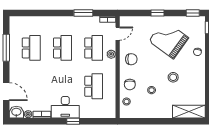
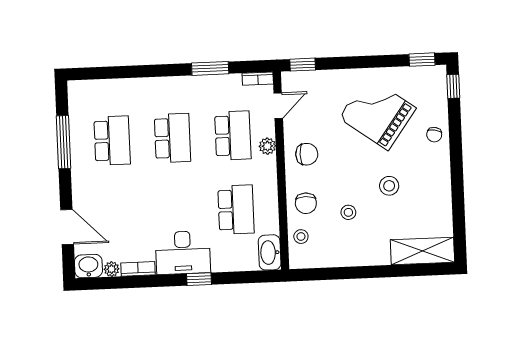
window: (158, 13) -> (303, 65), moved
washbasin: (110, 109) -> (270, 252), added

